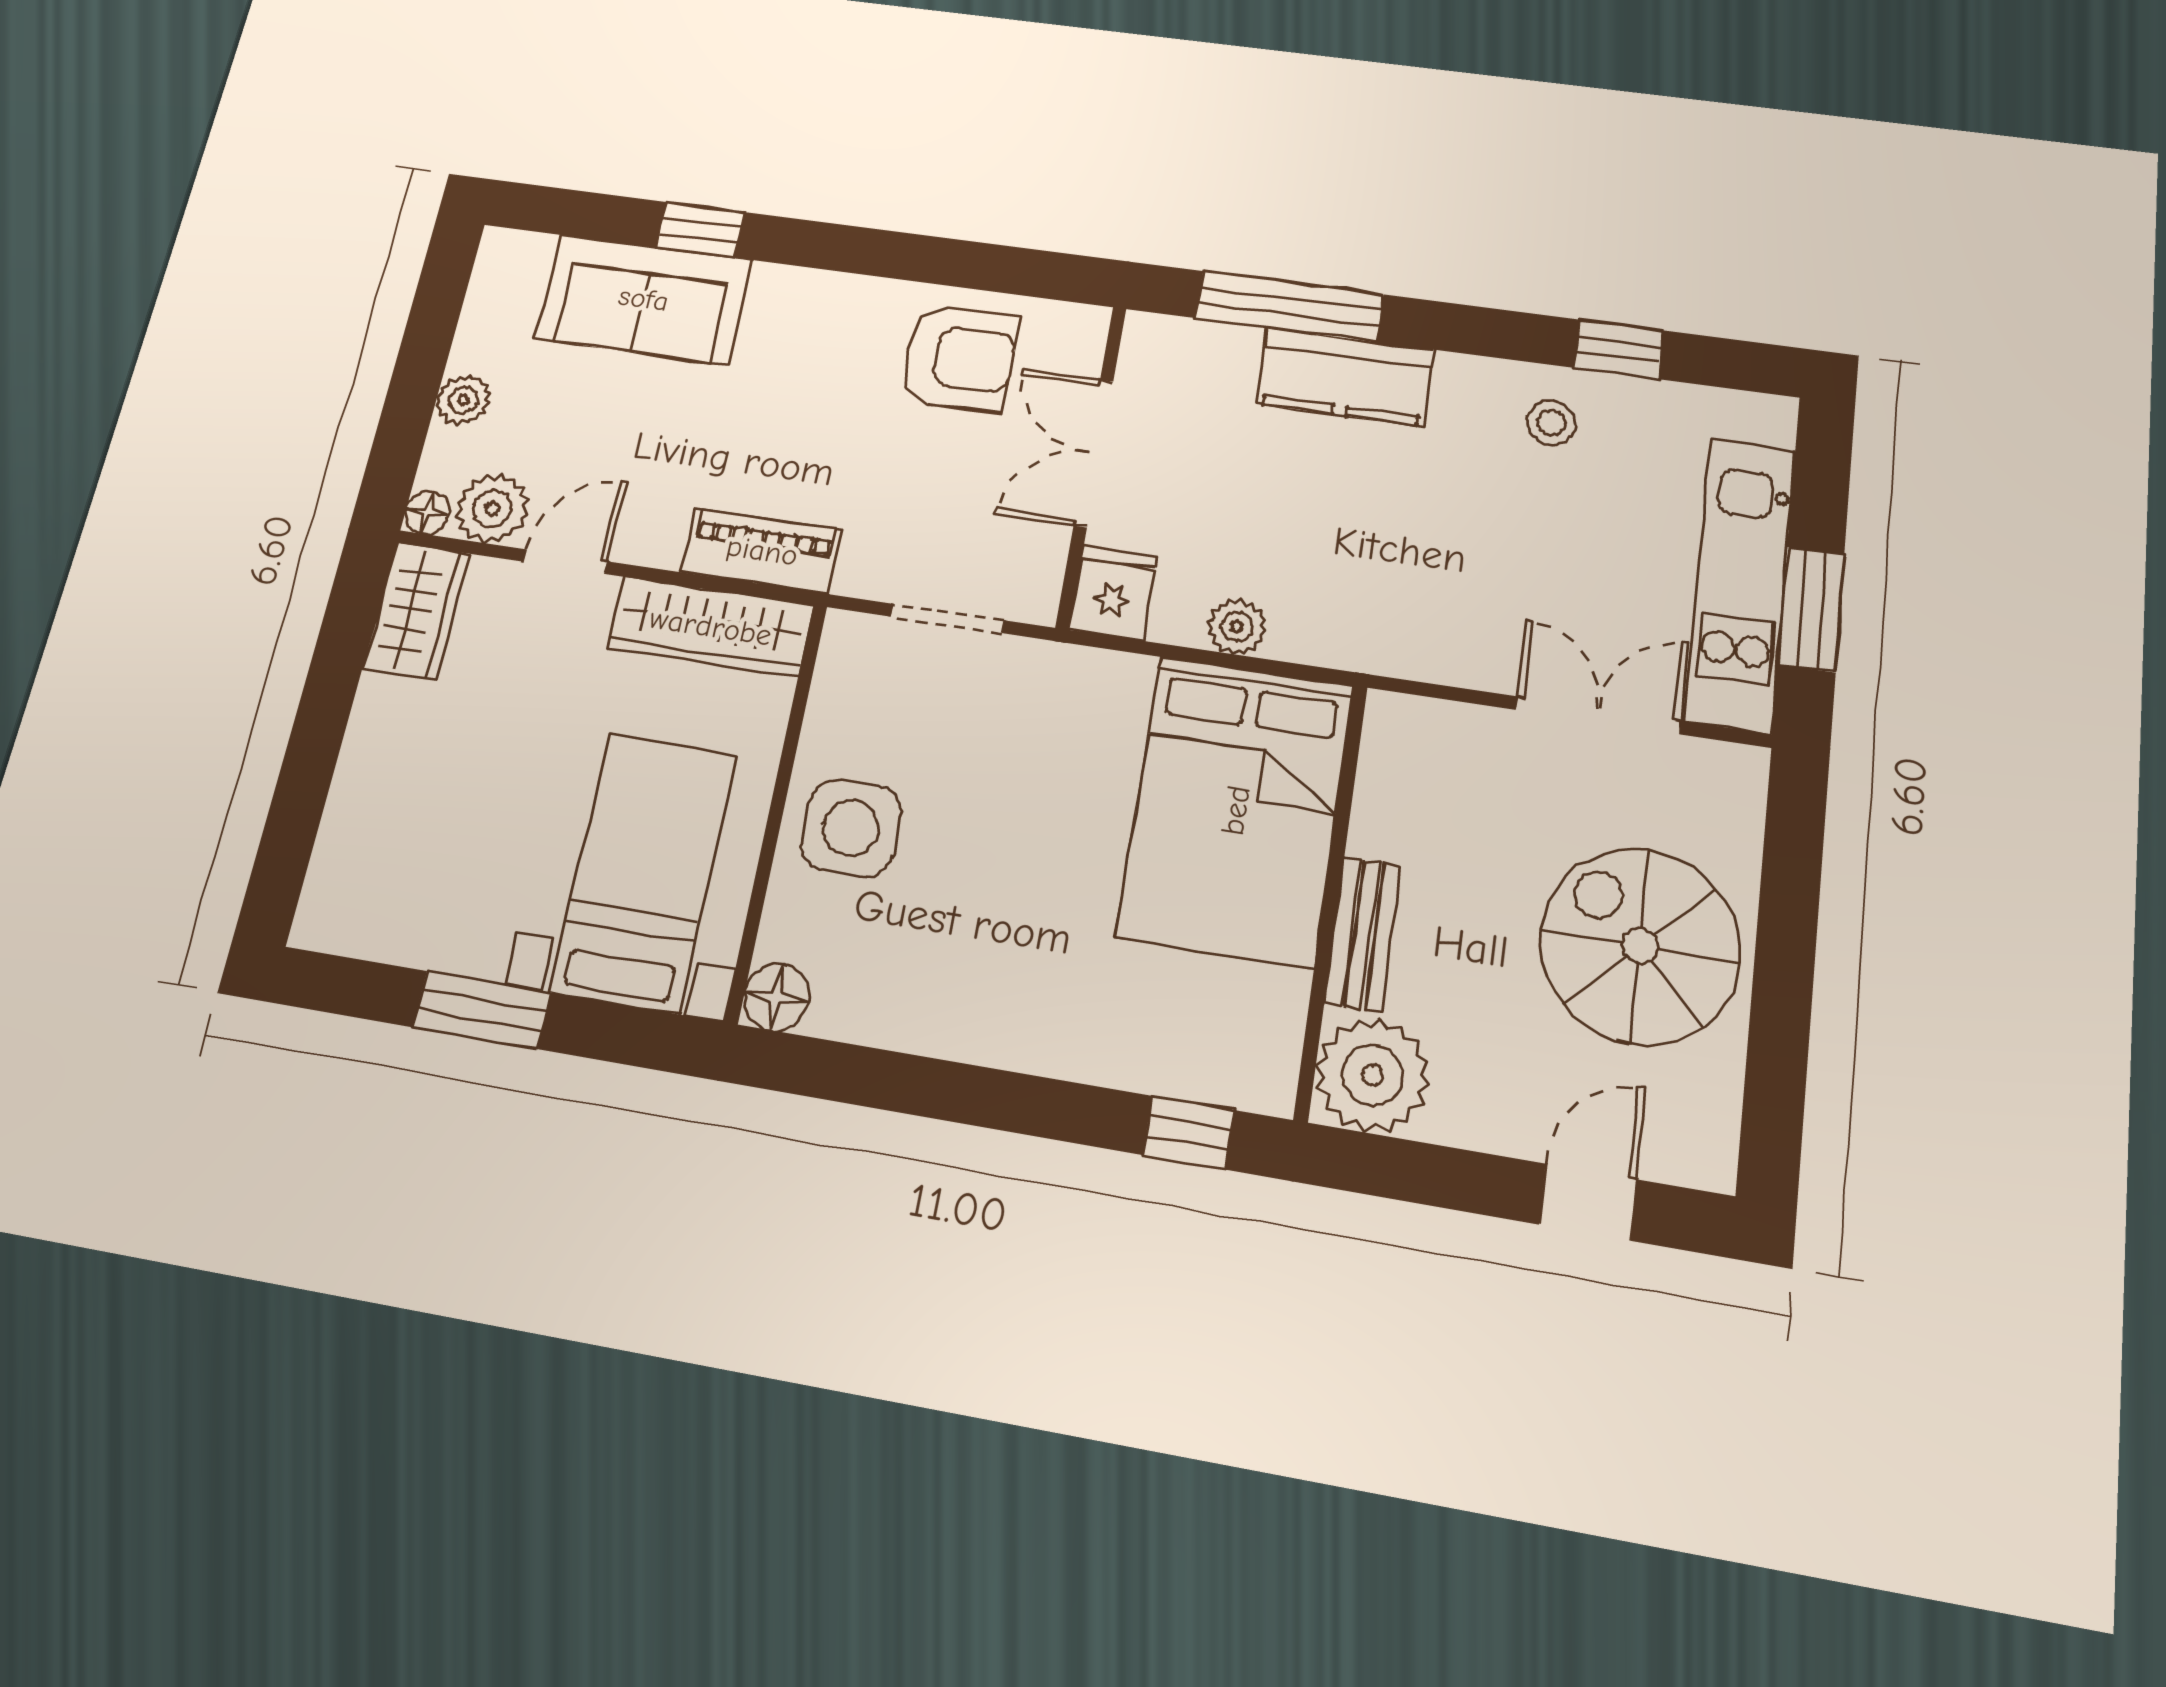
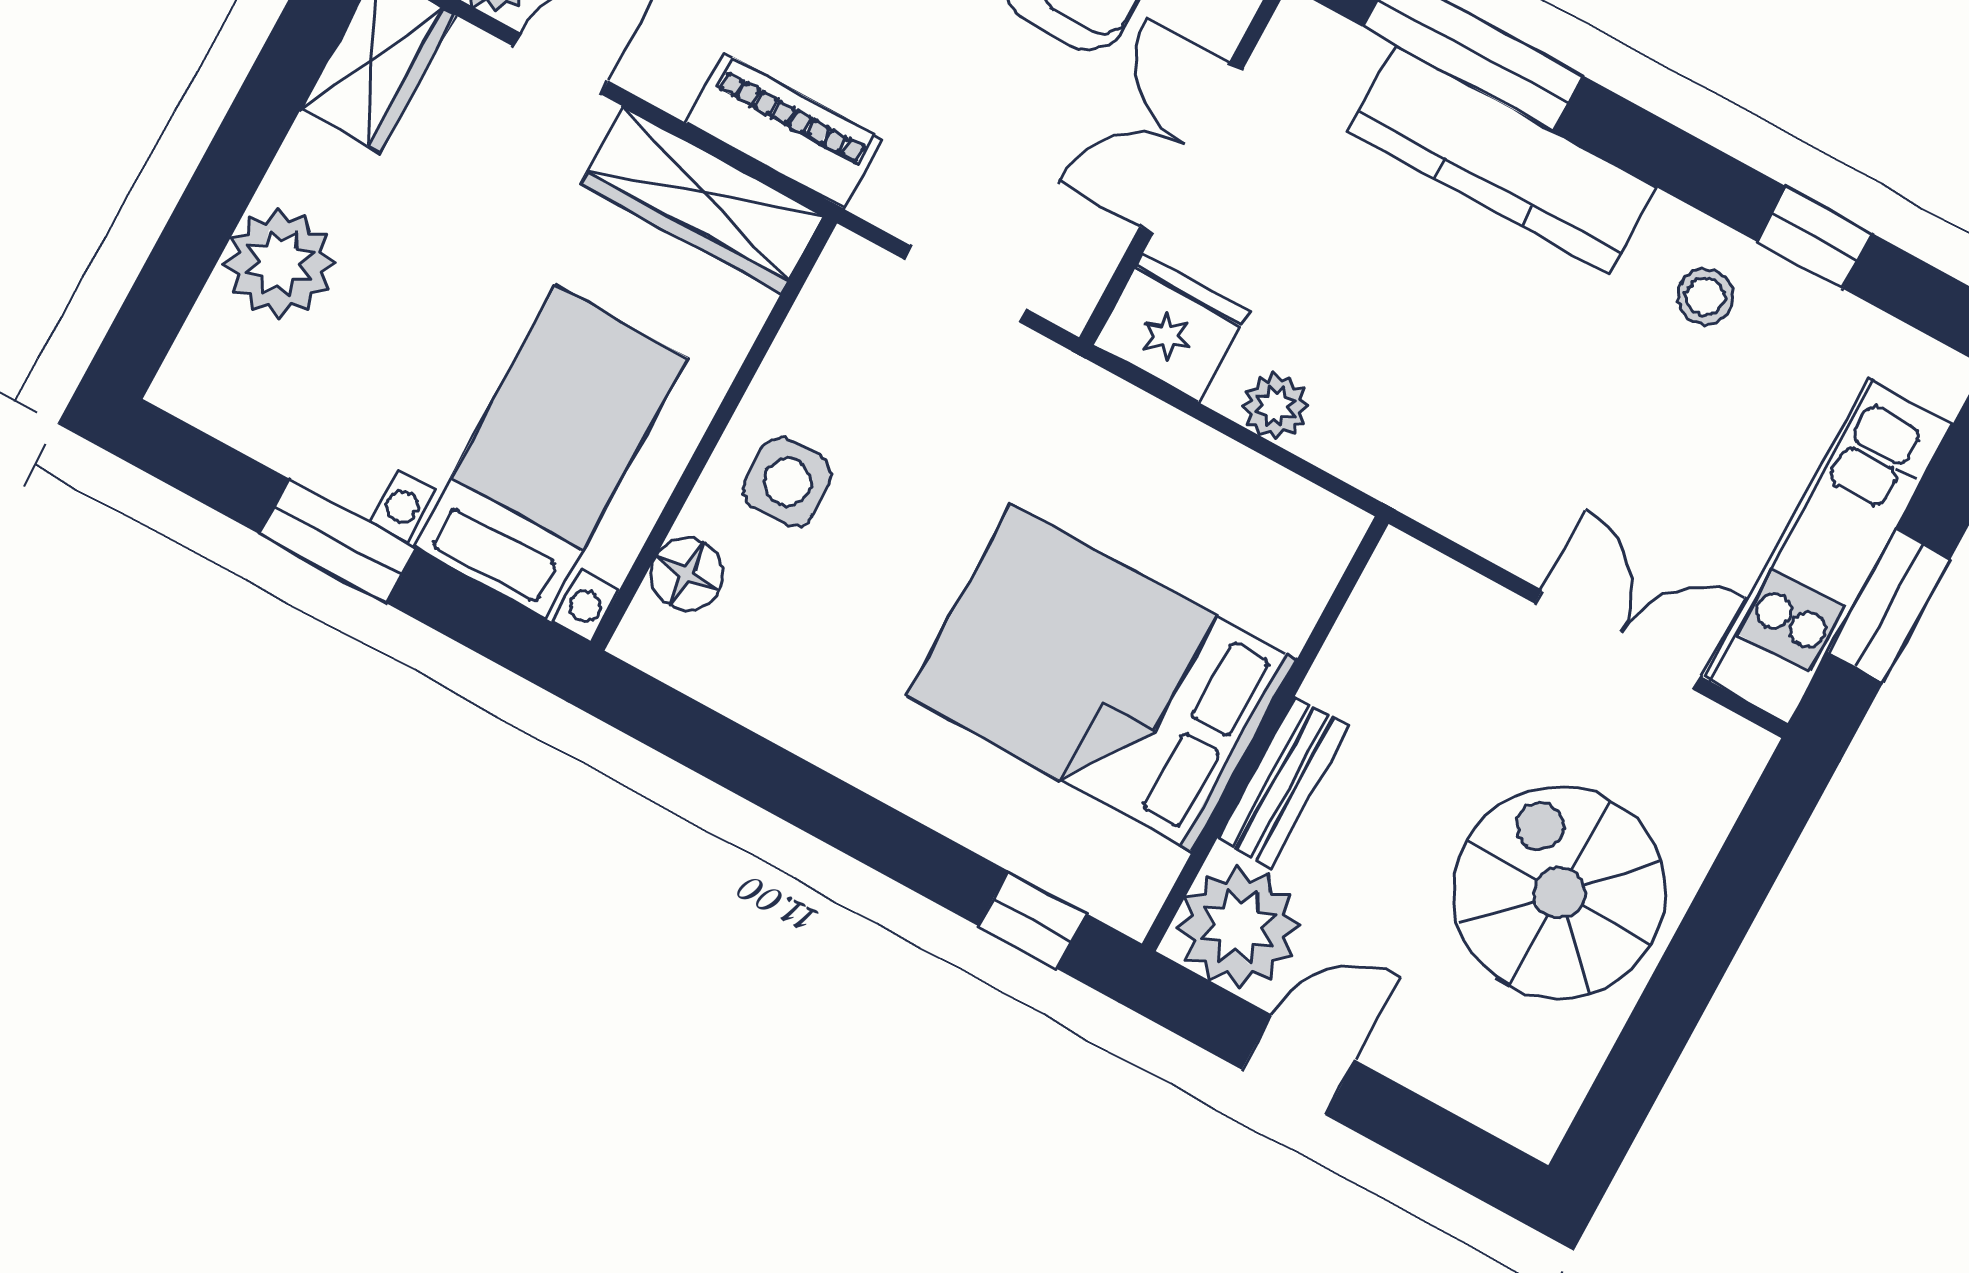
kitchen counter: (1345, 377) -> (1502, 159), width x1.50
fridge: (1113, 593) -> (1170, 328), width x1.38
plant: (375, 796) -> (279, 263), added
bed: (1236, 810) -> (1102, 678), moved, turned 90
side table: (851, 828) -> (787, 482), width x0.73, depth x0.73
floor lamp: (777, 997) -> (687, 574), moved
door: (1588, 1202) -> (1298, 1065), moved

